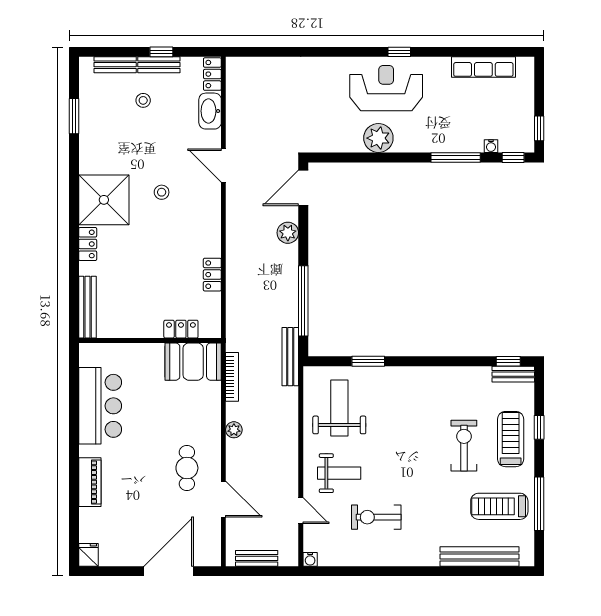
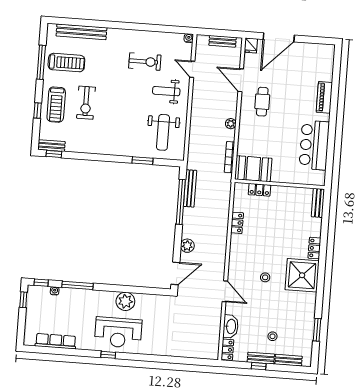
bench: (87, 307) -> (318, 203), width x0.73
bench: (290, 357) -> (190, 188), moved
fridge: (88, 555) -> (251, 46), moved

